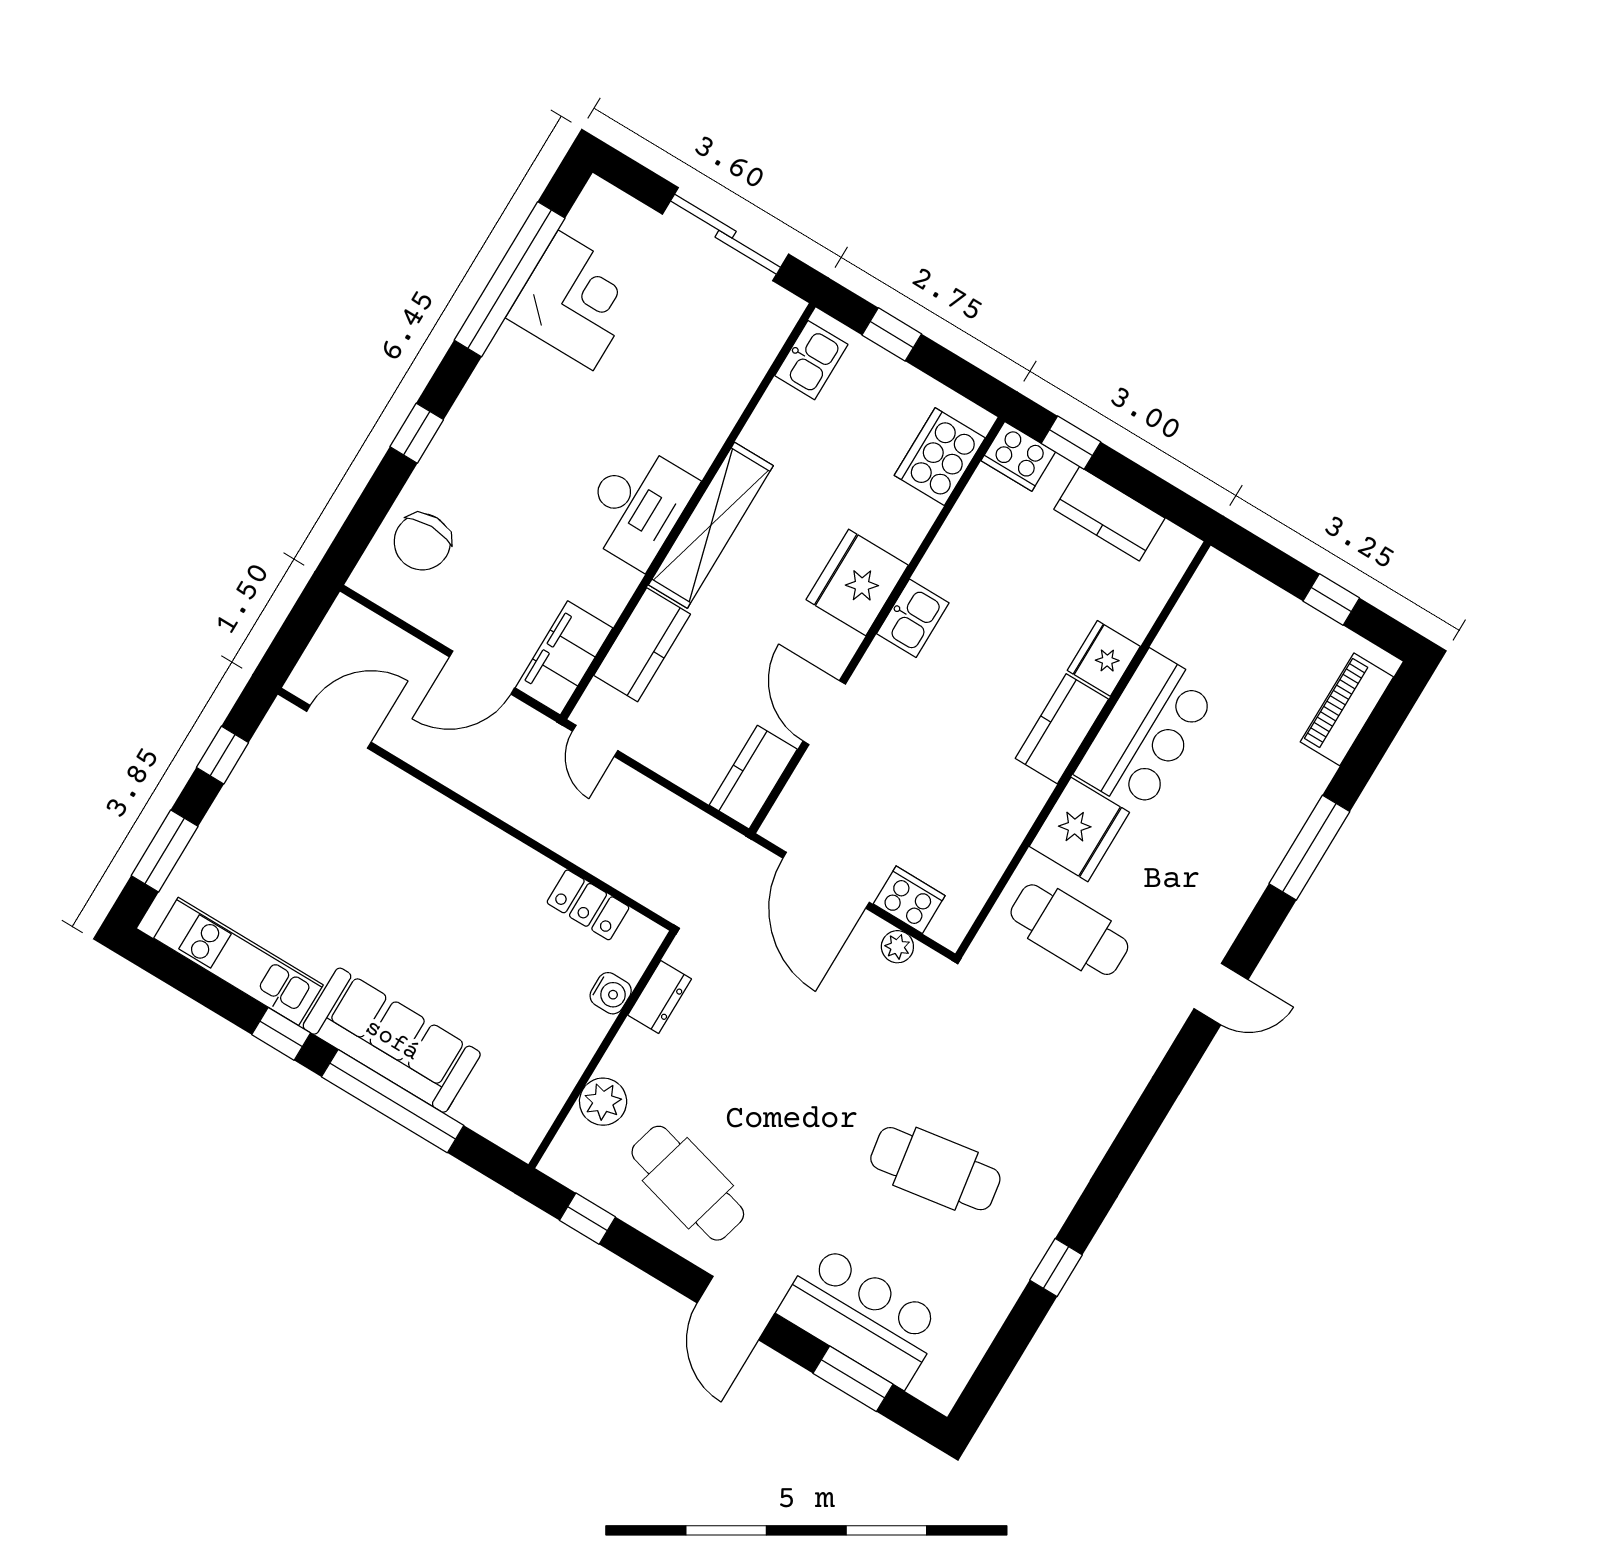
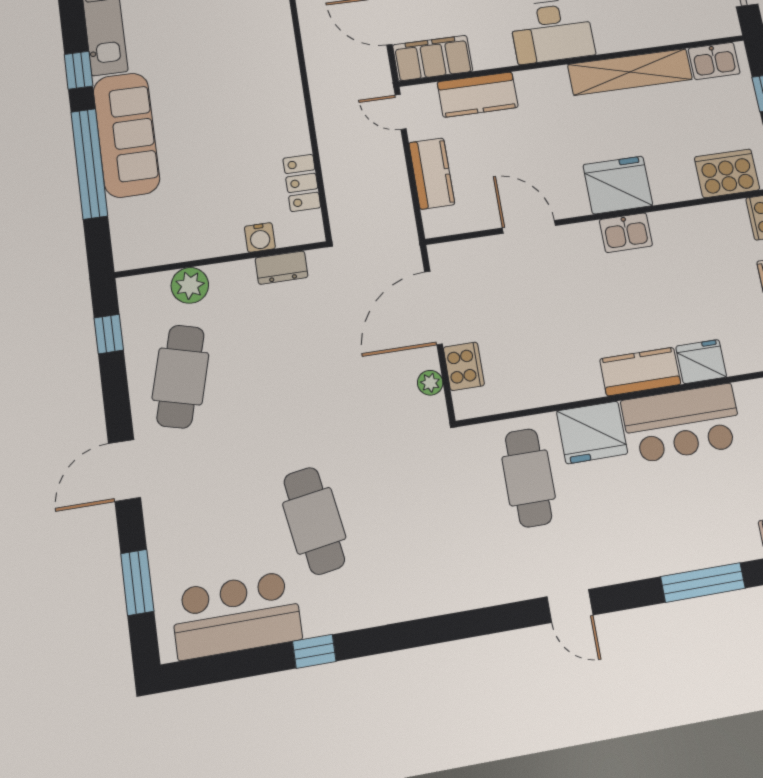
shelving: (711, 525) -> (630, 72), moved
door: (824, 713) -> (529, 227), hinge flipped
door: (595, 741) -> (401, 112), hinge flipped
kitchen counter: (753, 777) -> (432, 174), moved, turned 90
bar counter: (861, 1316) -> (236, 615), moved, turned -90

